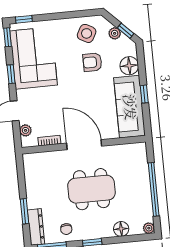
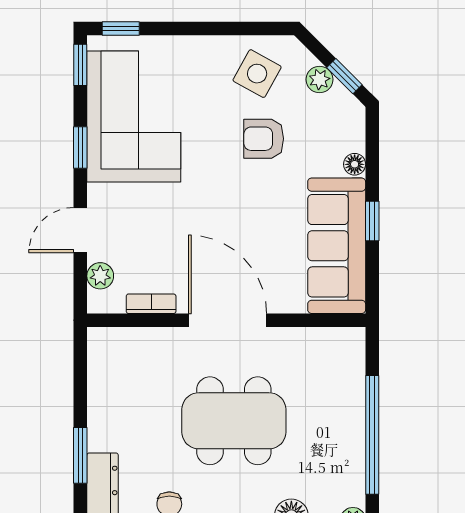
floor lamp: (129, 66) -> (355, 164), width x0.53, depth x0.53

